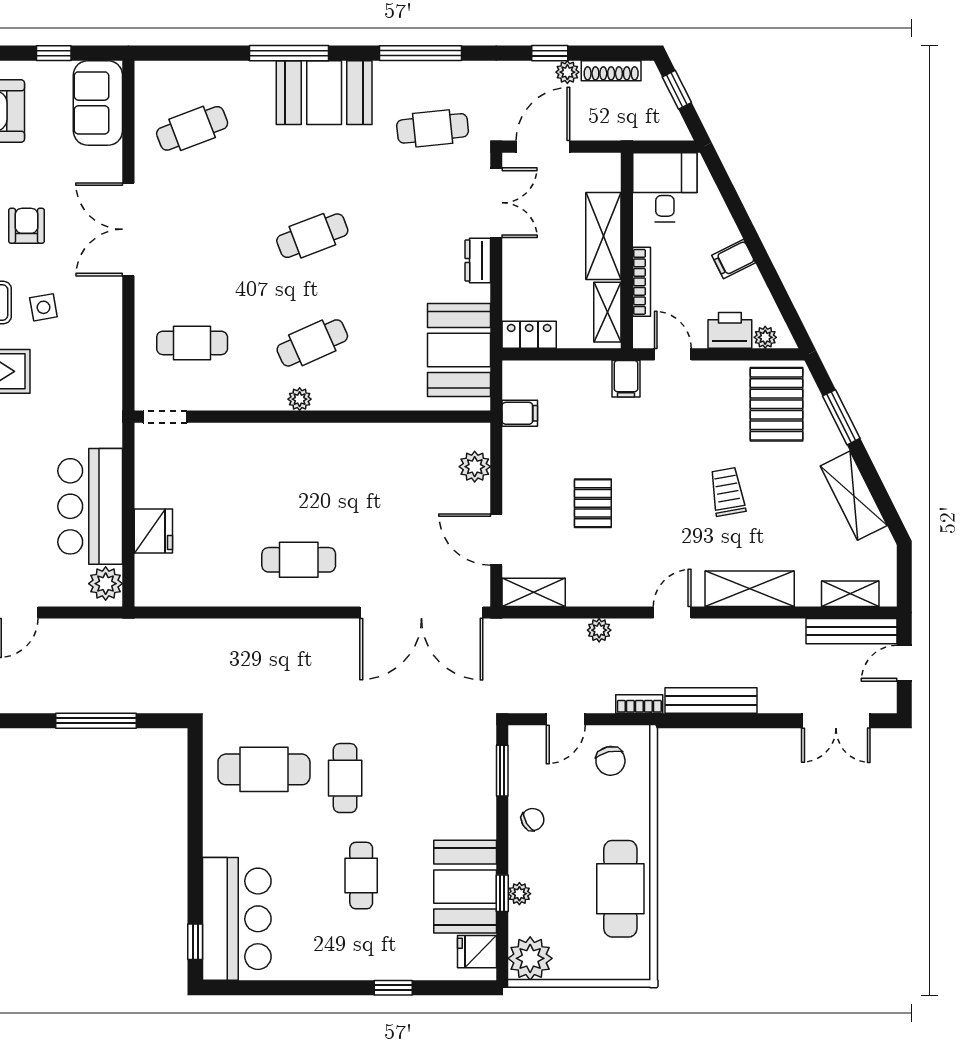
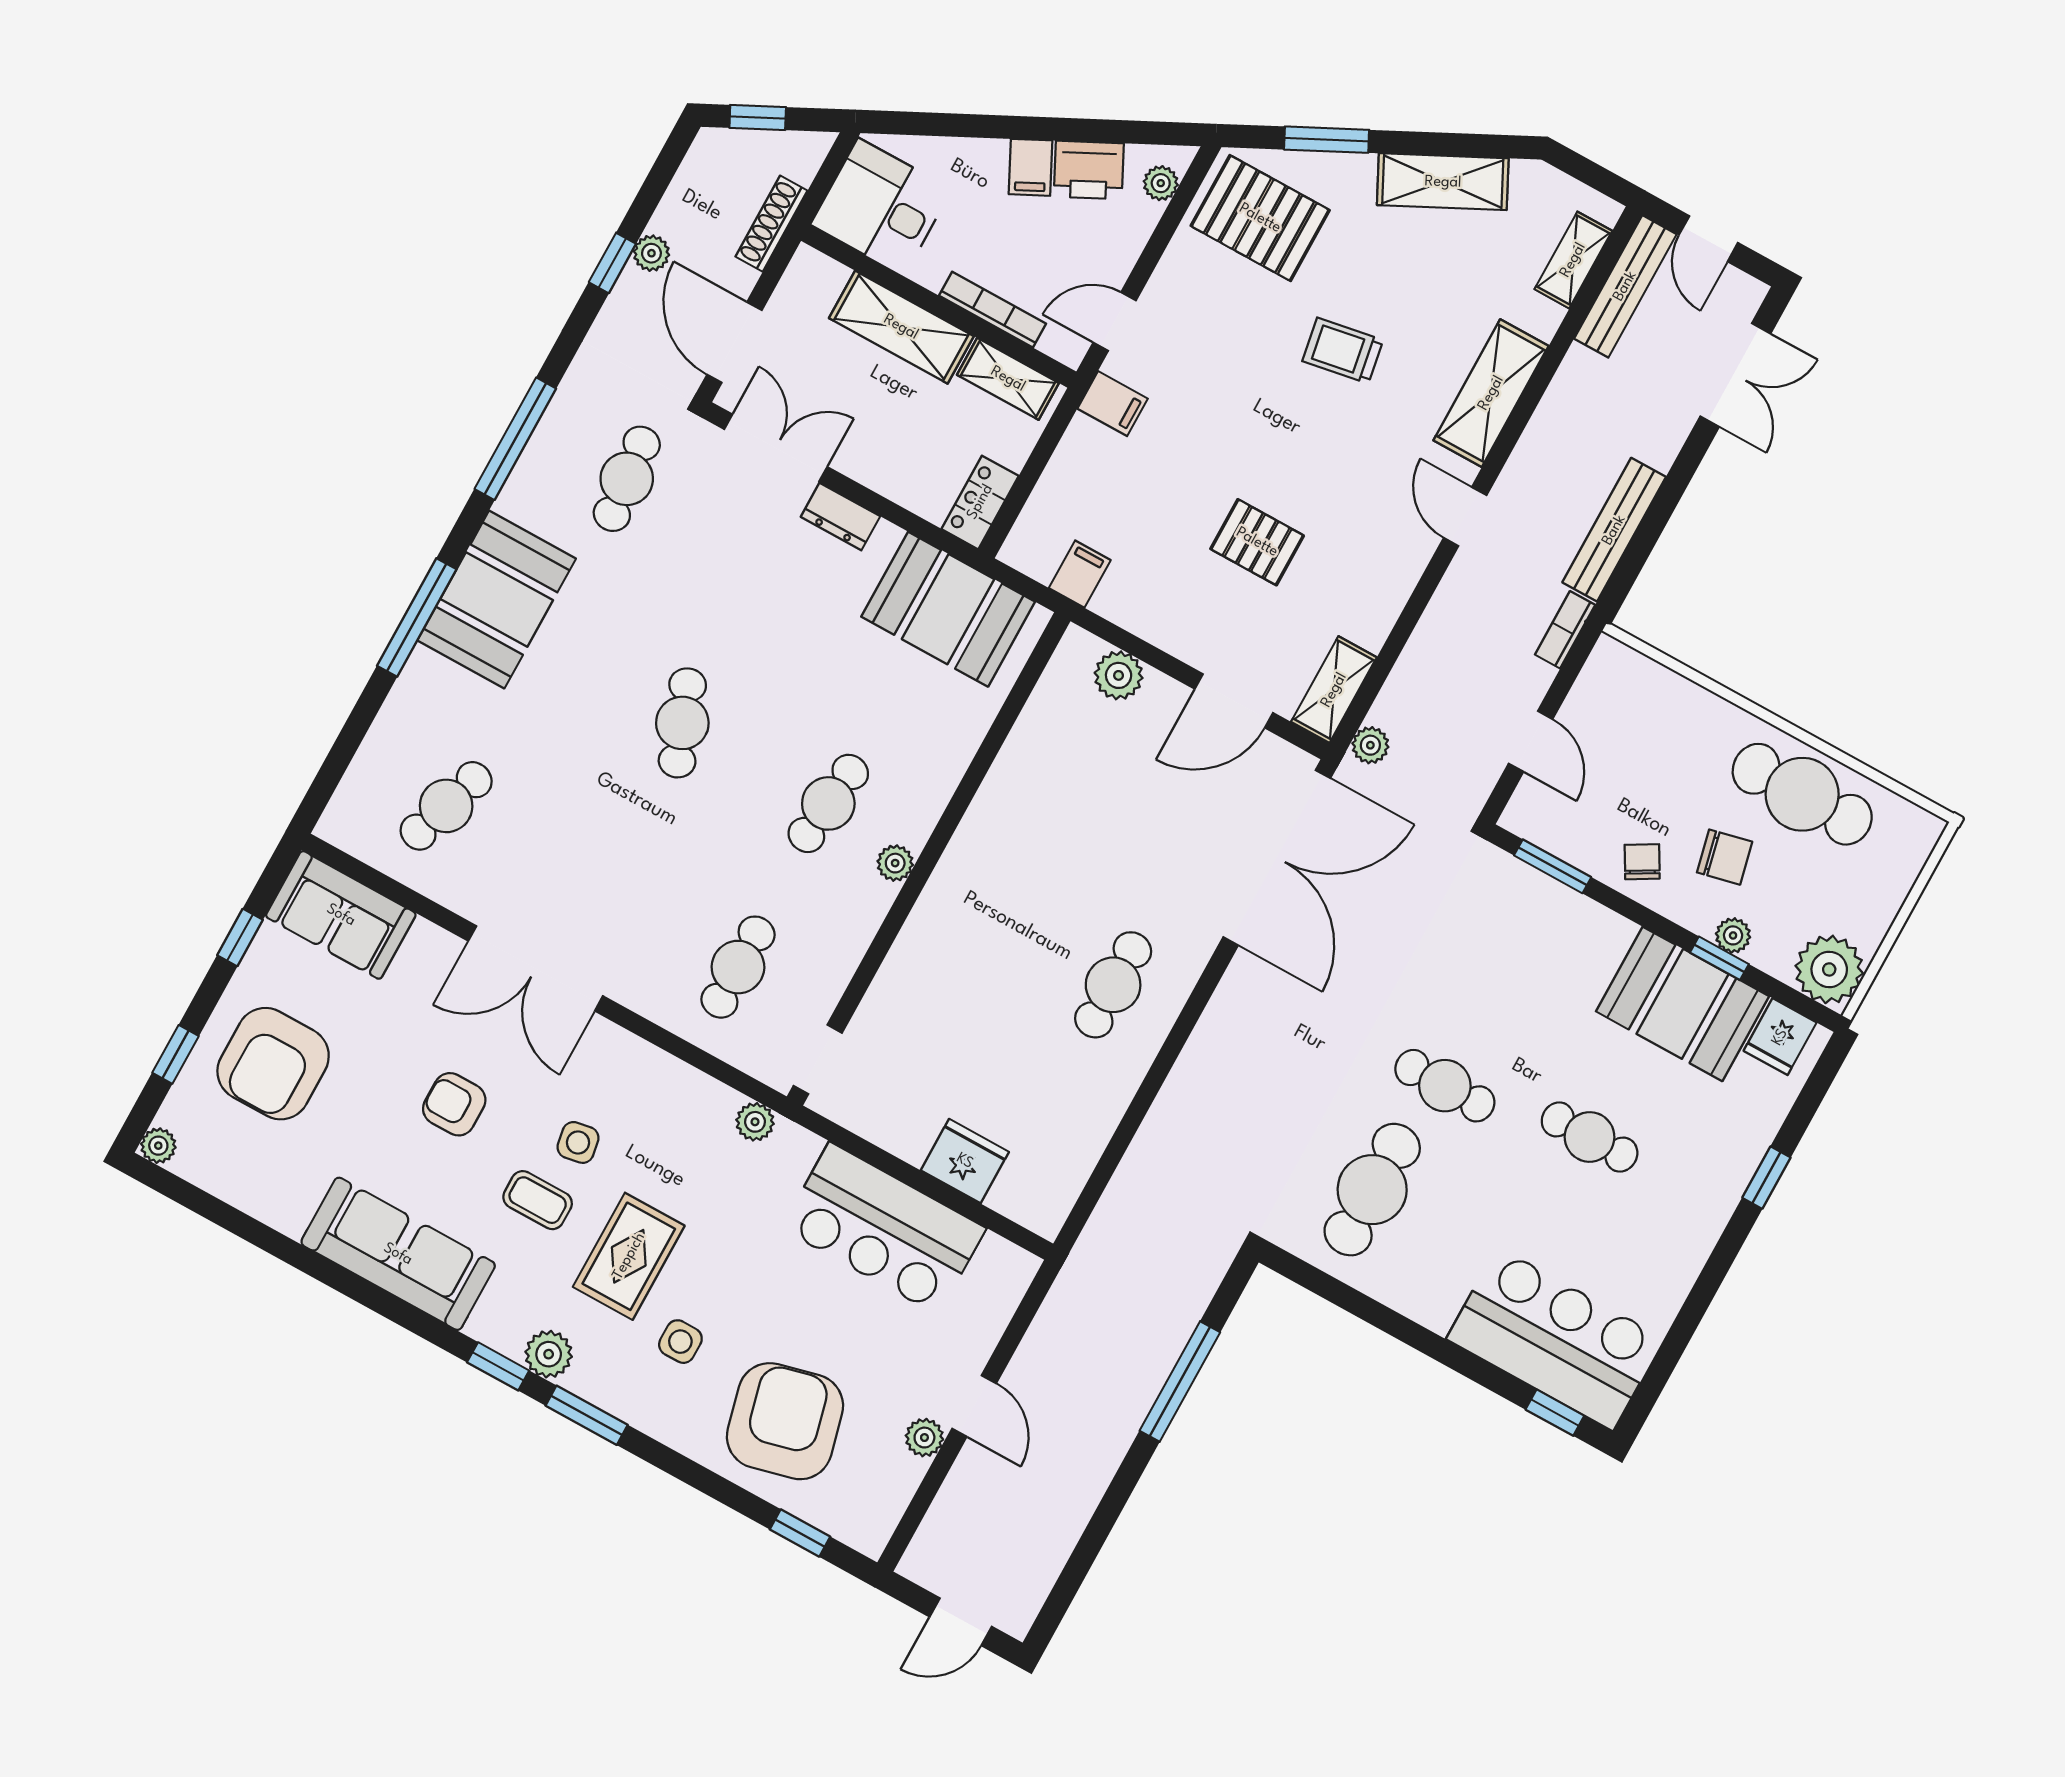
shoe rack: (611, 71) -> (771, 224), moved, turned 180
cafe table: (192, 128) -> (446, 806), turned 39
printer: (730, 330) -> (1089, 170), moved, turned -117
cafe table: (312, 343) -> (828, 803), turned 30
plant: (106, 584) -> (755, 1122), moved, width x0.73, depth x0.73
plant: (599, 630) -> (1370, 745), moved
chair: (610, 761) -> (1725, 857), moved

